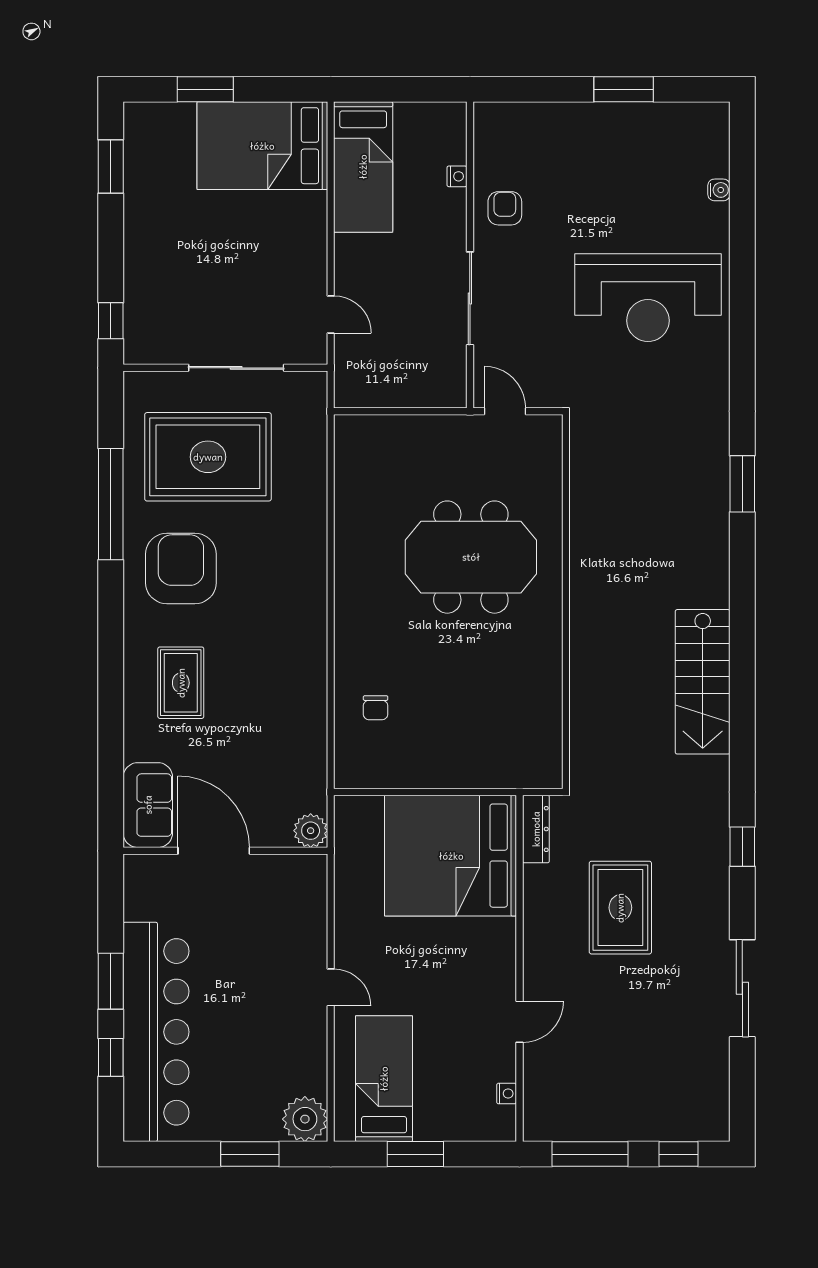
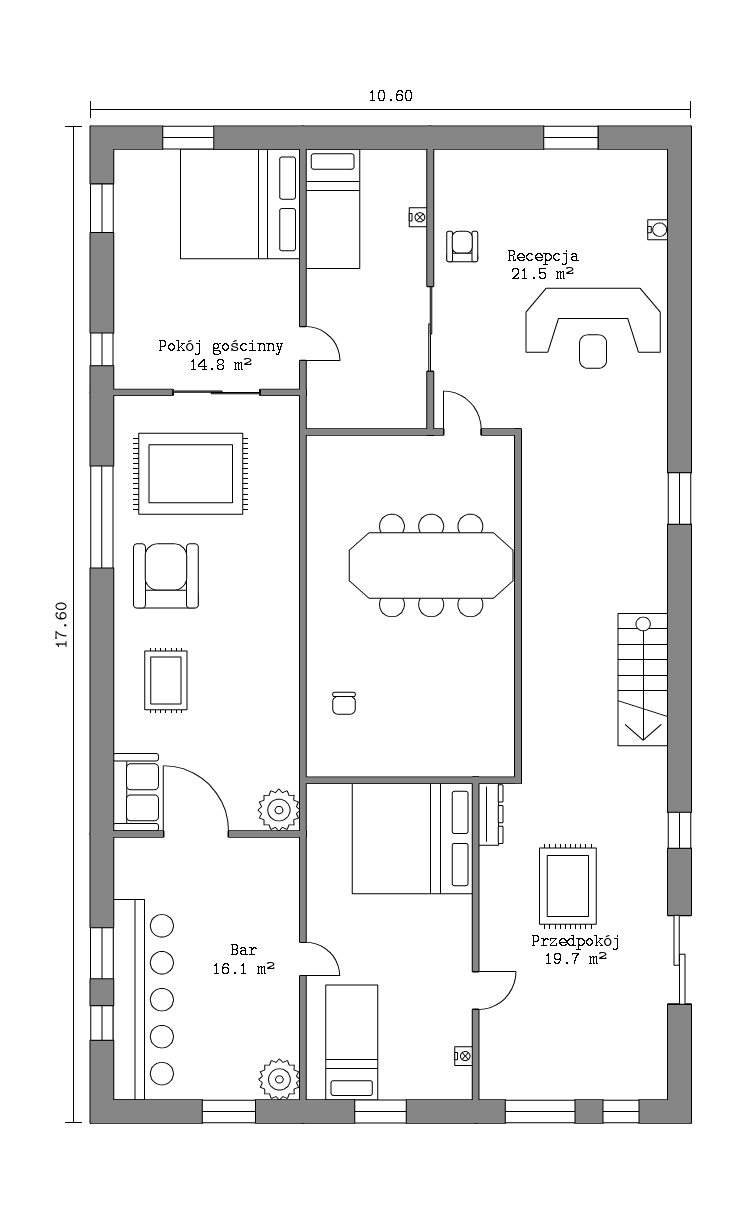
bed: (262, 146) -> (240, 204), width x1.36
meeting table: (471, 557) -> (431, 565), width x1.36
plant: (311, 831) -> (279, 810), width x1.36, depth x1.36

